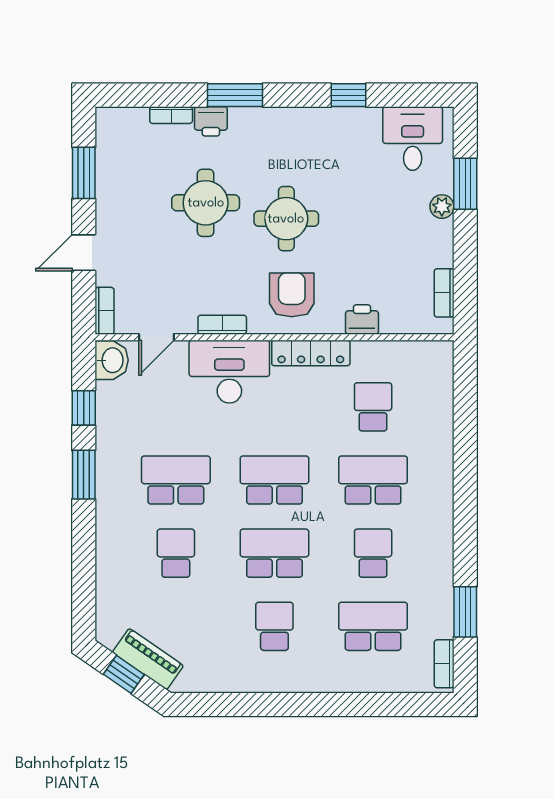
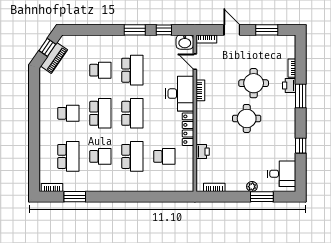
armchair: (292, 295) -> (213, 121), removed

